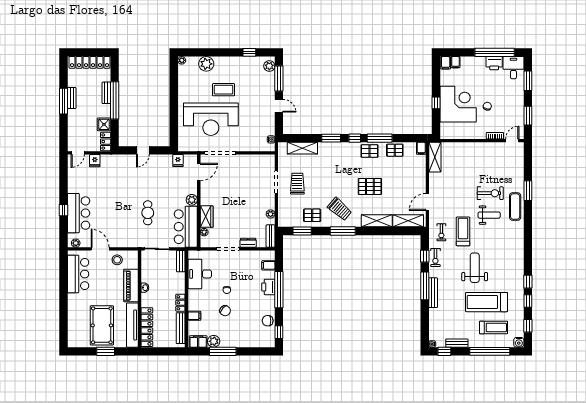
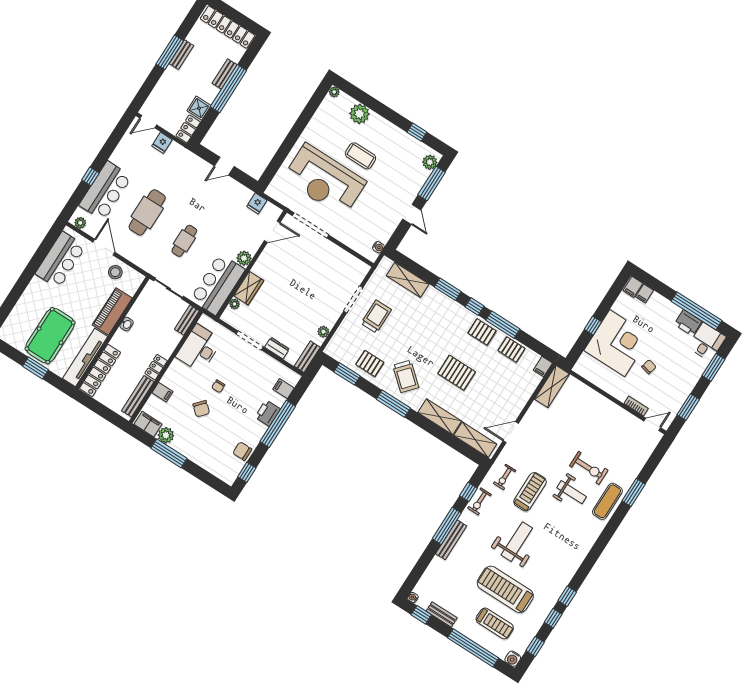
cafe table: (113, 210) -> (147, 212), added

